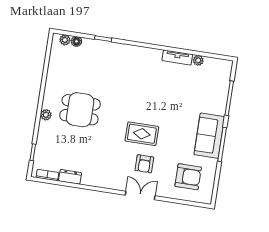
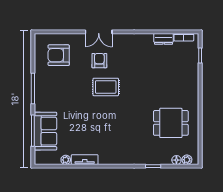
dining table: (80, 110) -> (171, 123), moved
plant: (46, 115) -> (194, 91), removed
sofa: (209, 136) -> (46, 131), moved

